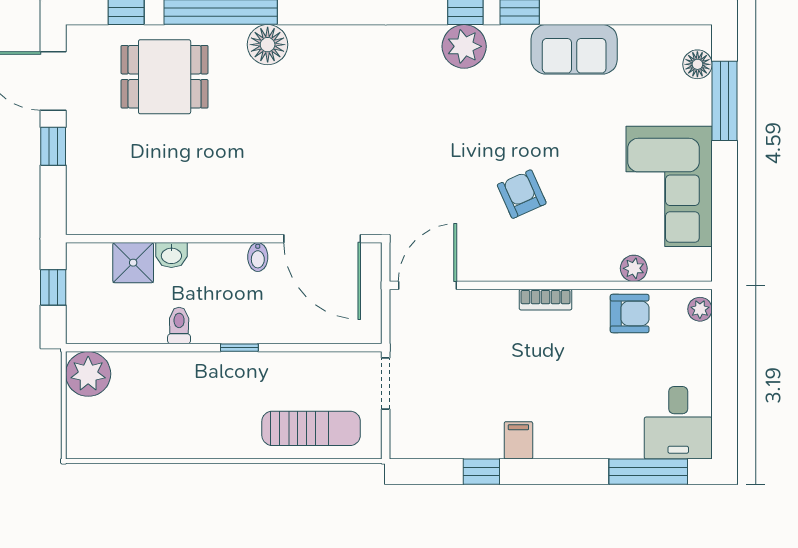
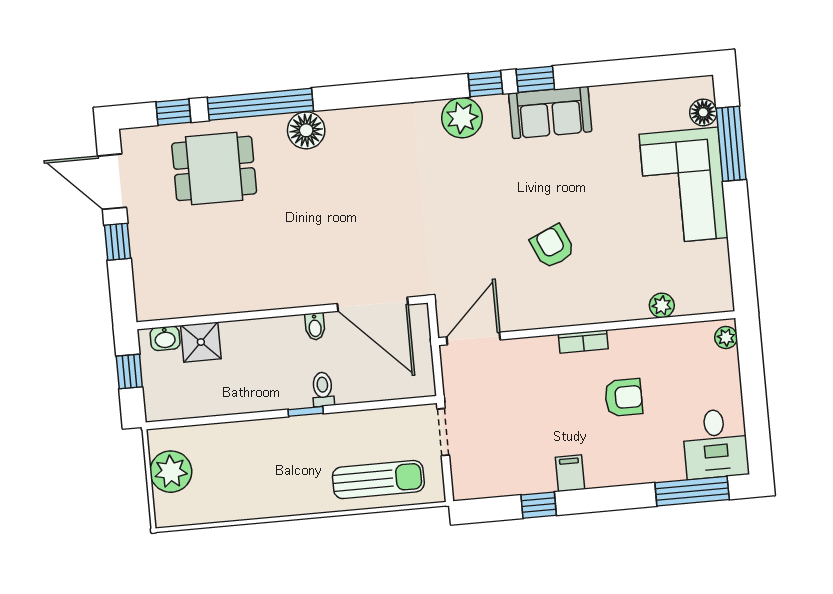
plant: (464, 46) -> (462, 118), moved
sofa: (574, 49) -> (550, 112), moved
corner sofa: (669, 186) -> (684, 186), moved
washbasin: (171, 255) -> (165, 338), moved
armchair: (630, 313) -> (624, 397), moved
toilet: (179, 326) -> (323, 389), moved
plant: (88, 374) -> (171, 472), moved

